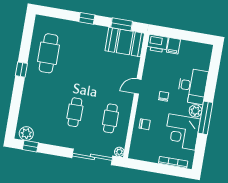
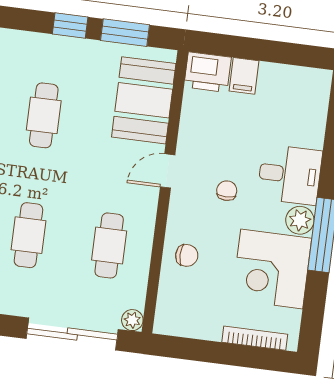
window: (87, 18) -> (70, 26), moved
booth: (125, 42) -> (144, 100), moved, turned 90
cafe table: (84, 59) -> (44, 115), added
desk: (193, 86) -> (290, 175), width x0.73

